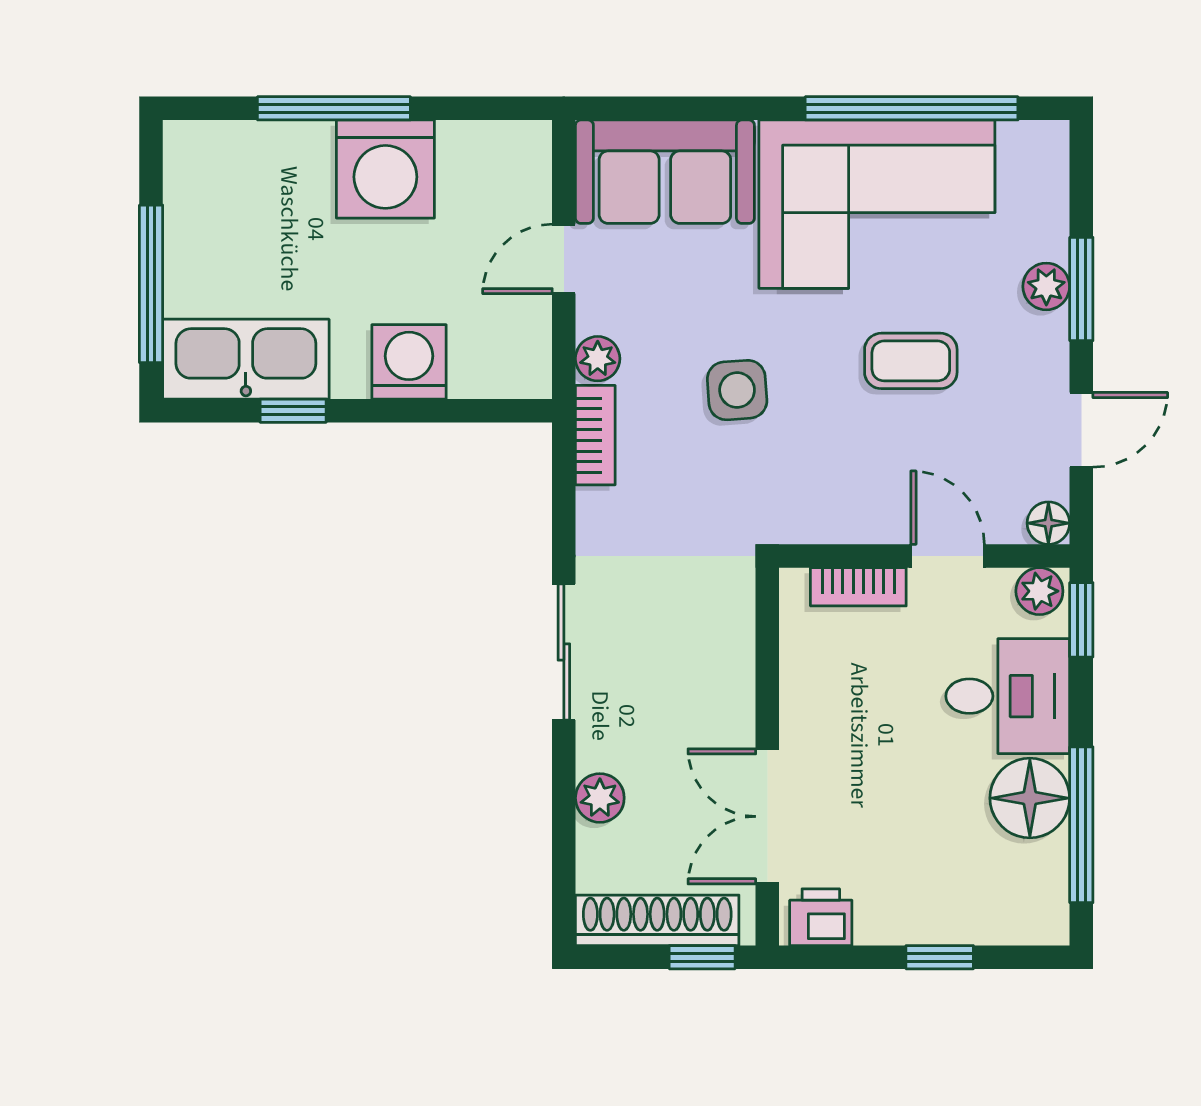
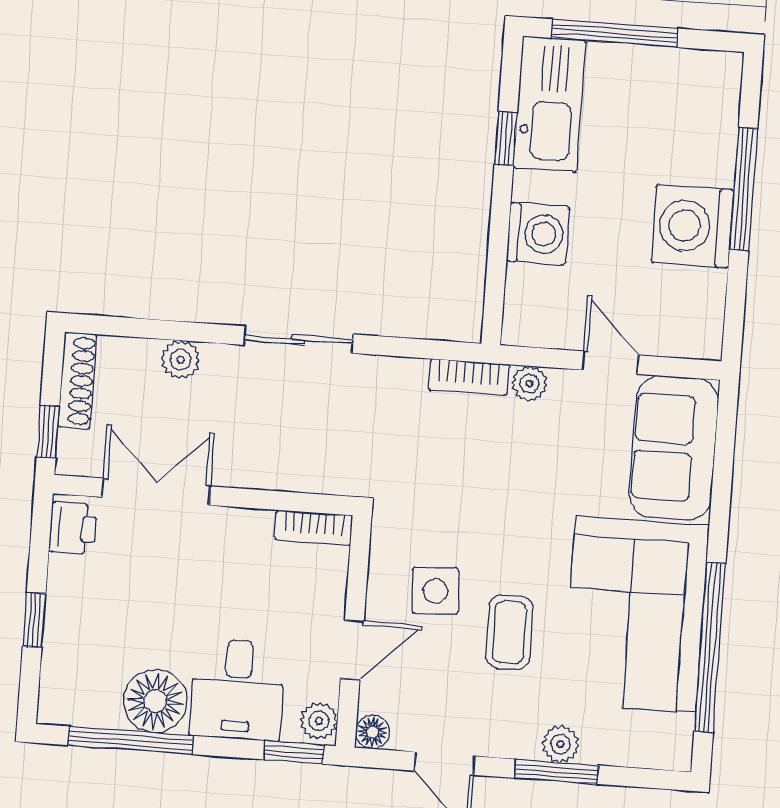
side table: (737, 390) -> (435, 591), moved
bookcase: (858, 587) -> (314, 528), moved, turned -90
shoe rack: (657, 920) -> (77, 381), width x0.74, depth x0.81

